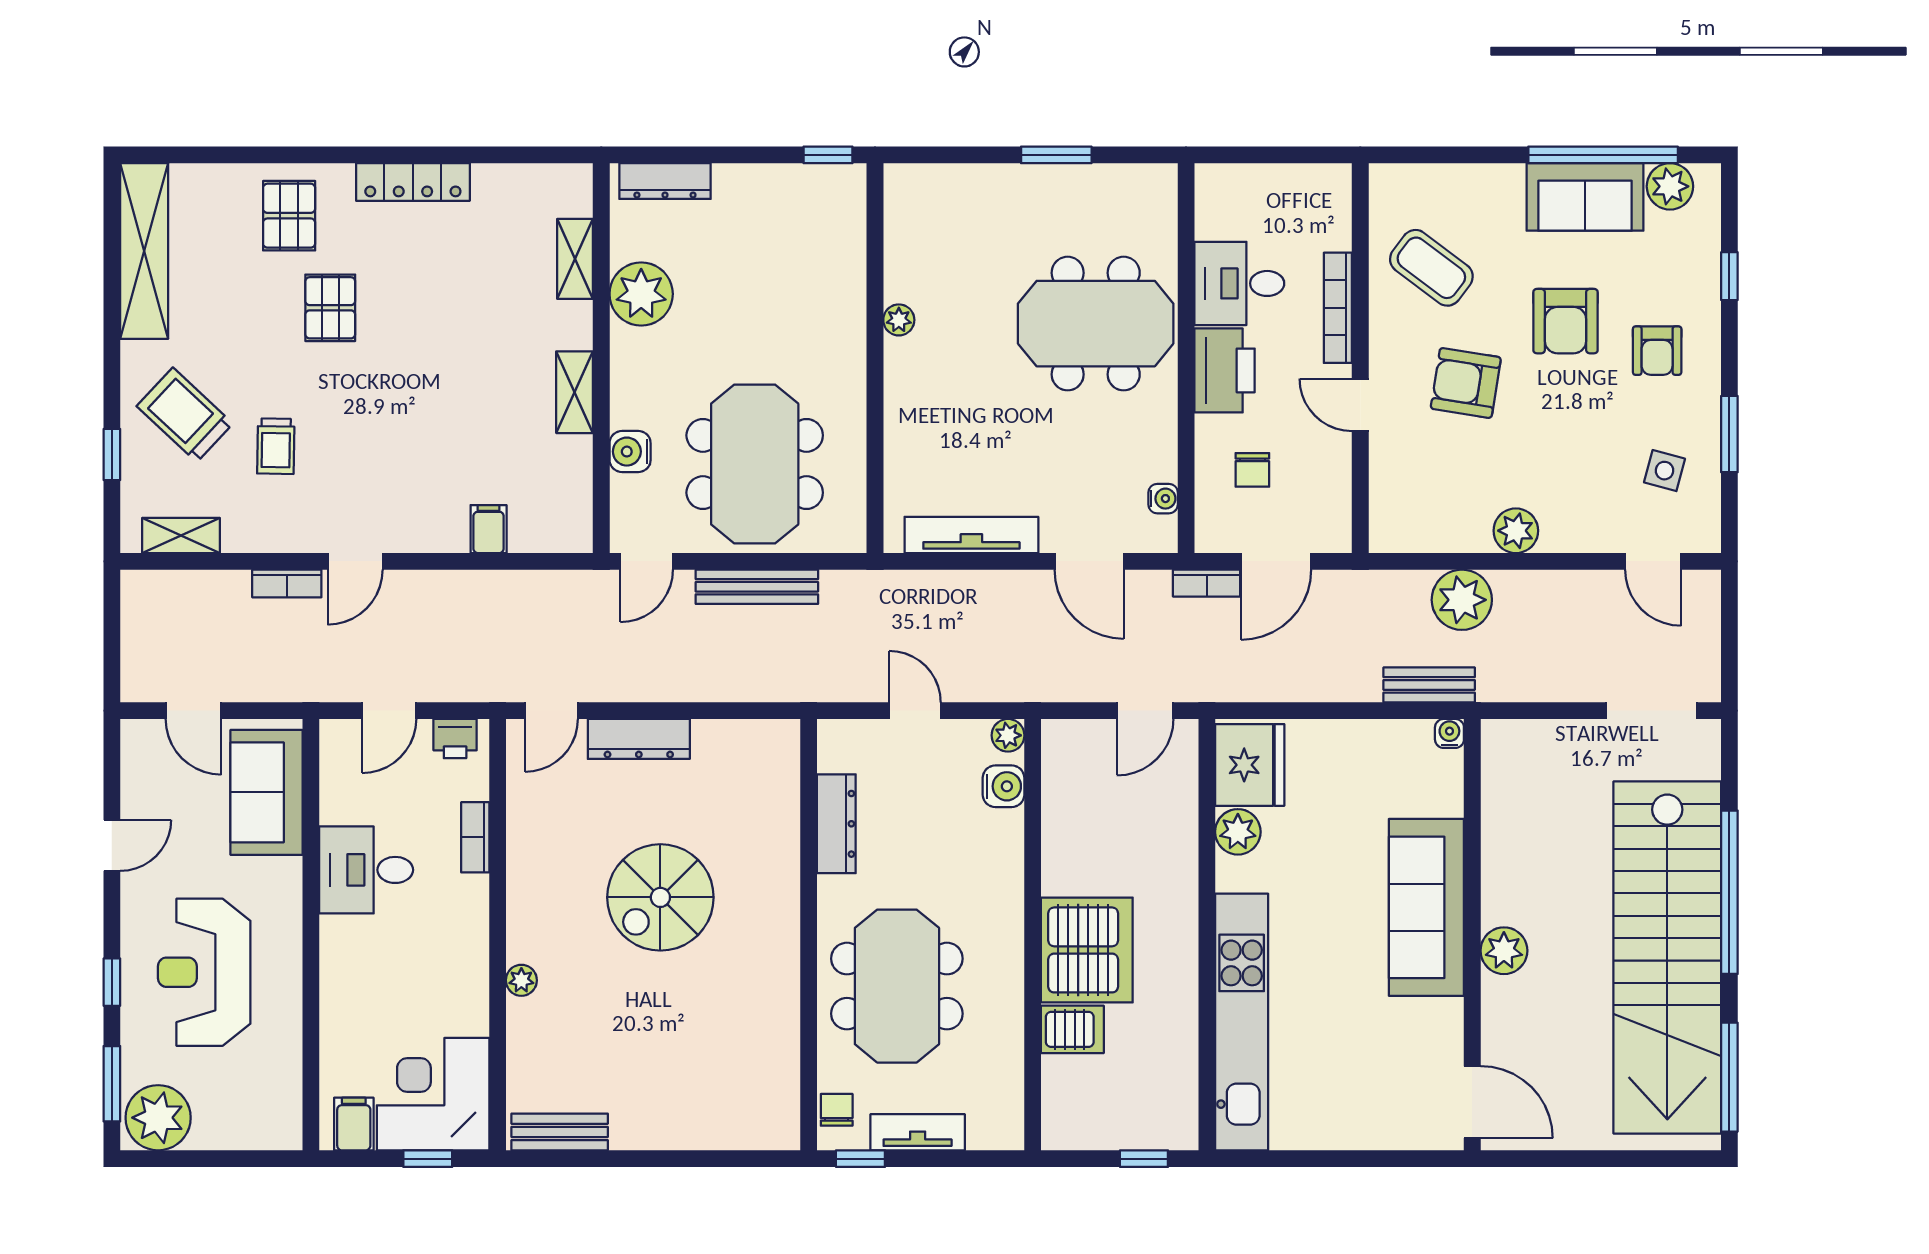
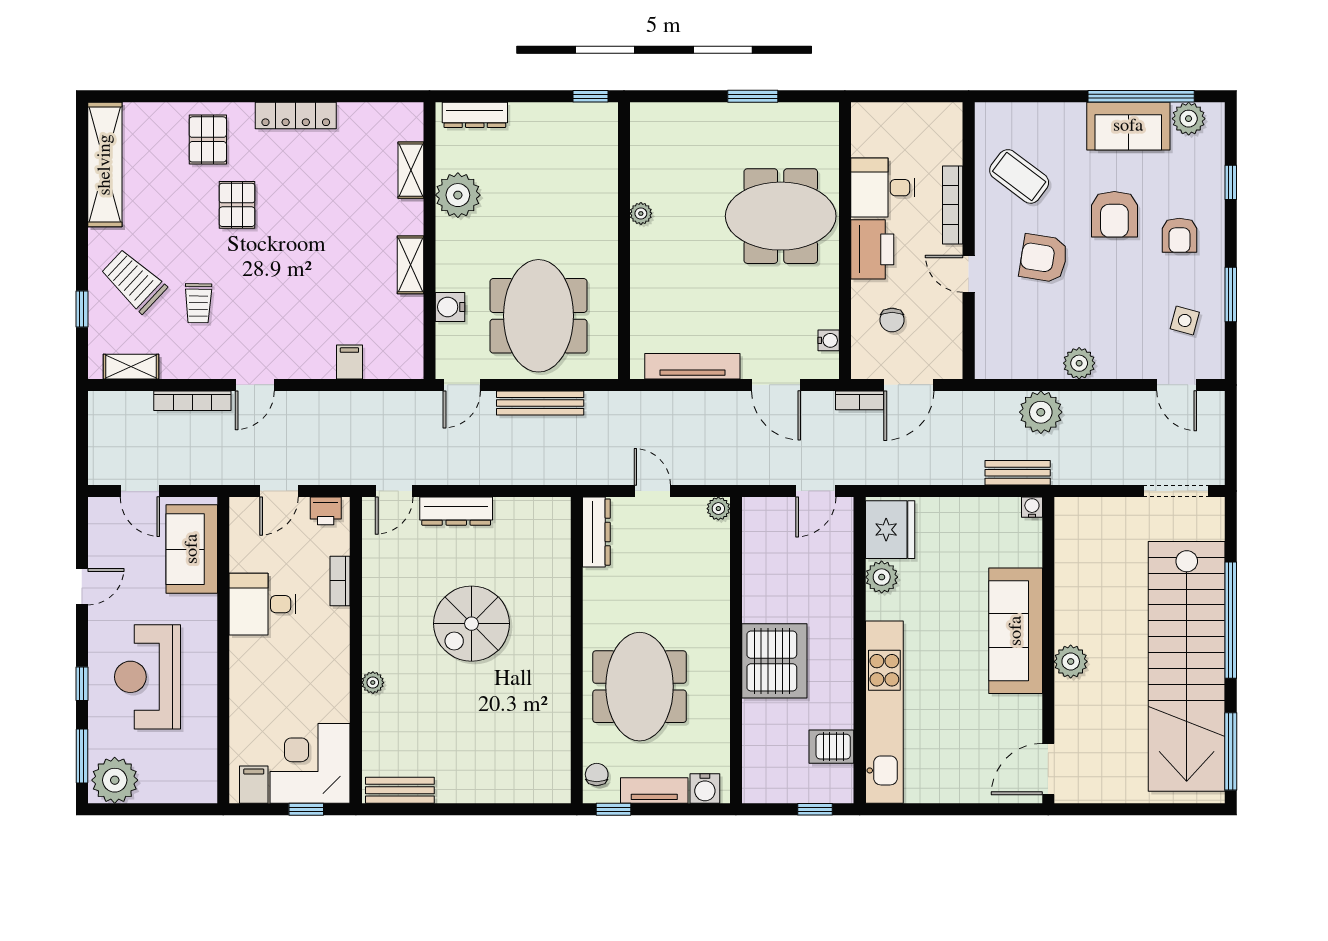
bookcase: (287, 583) -> (192, 401), width x1.56
water cooler: (1003, 786) -> (705, 789), moved, turned 90
dresser: (836, 824) -> (596, 532), moved
server rack: (1072, 1029) -> (831, 747), moved, turned 180
door: (1472, 1102) -> (1048, 769), swing flipped

